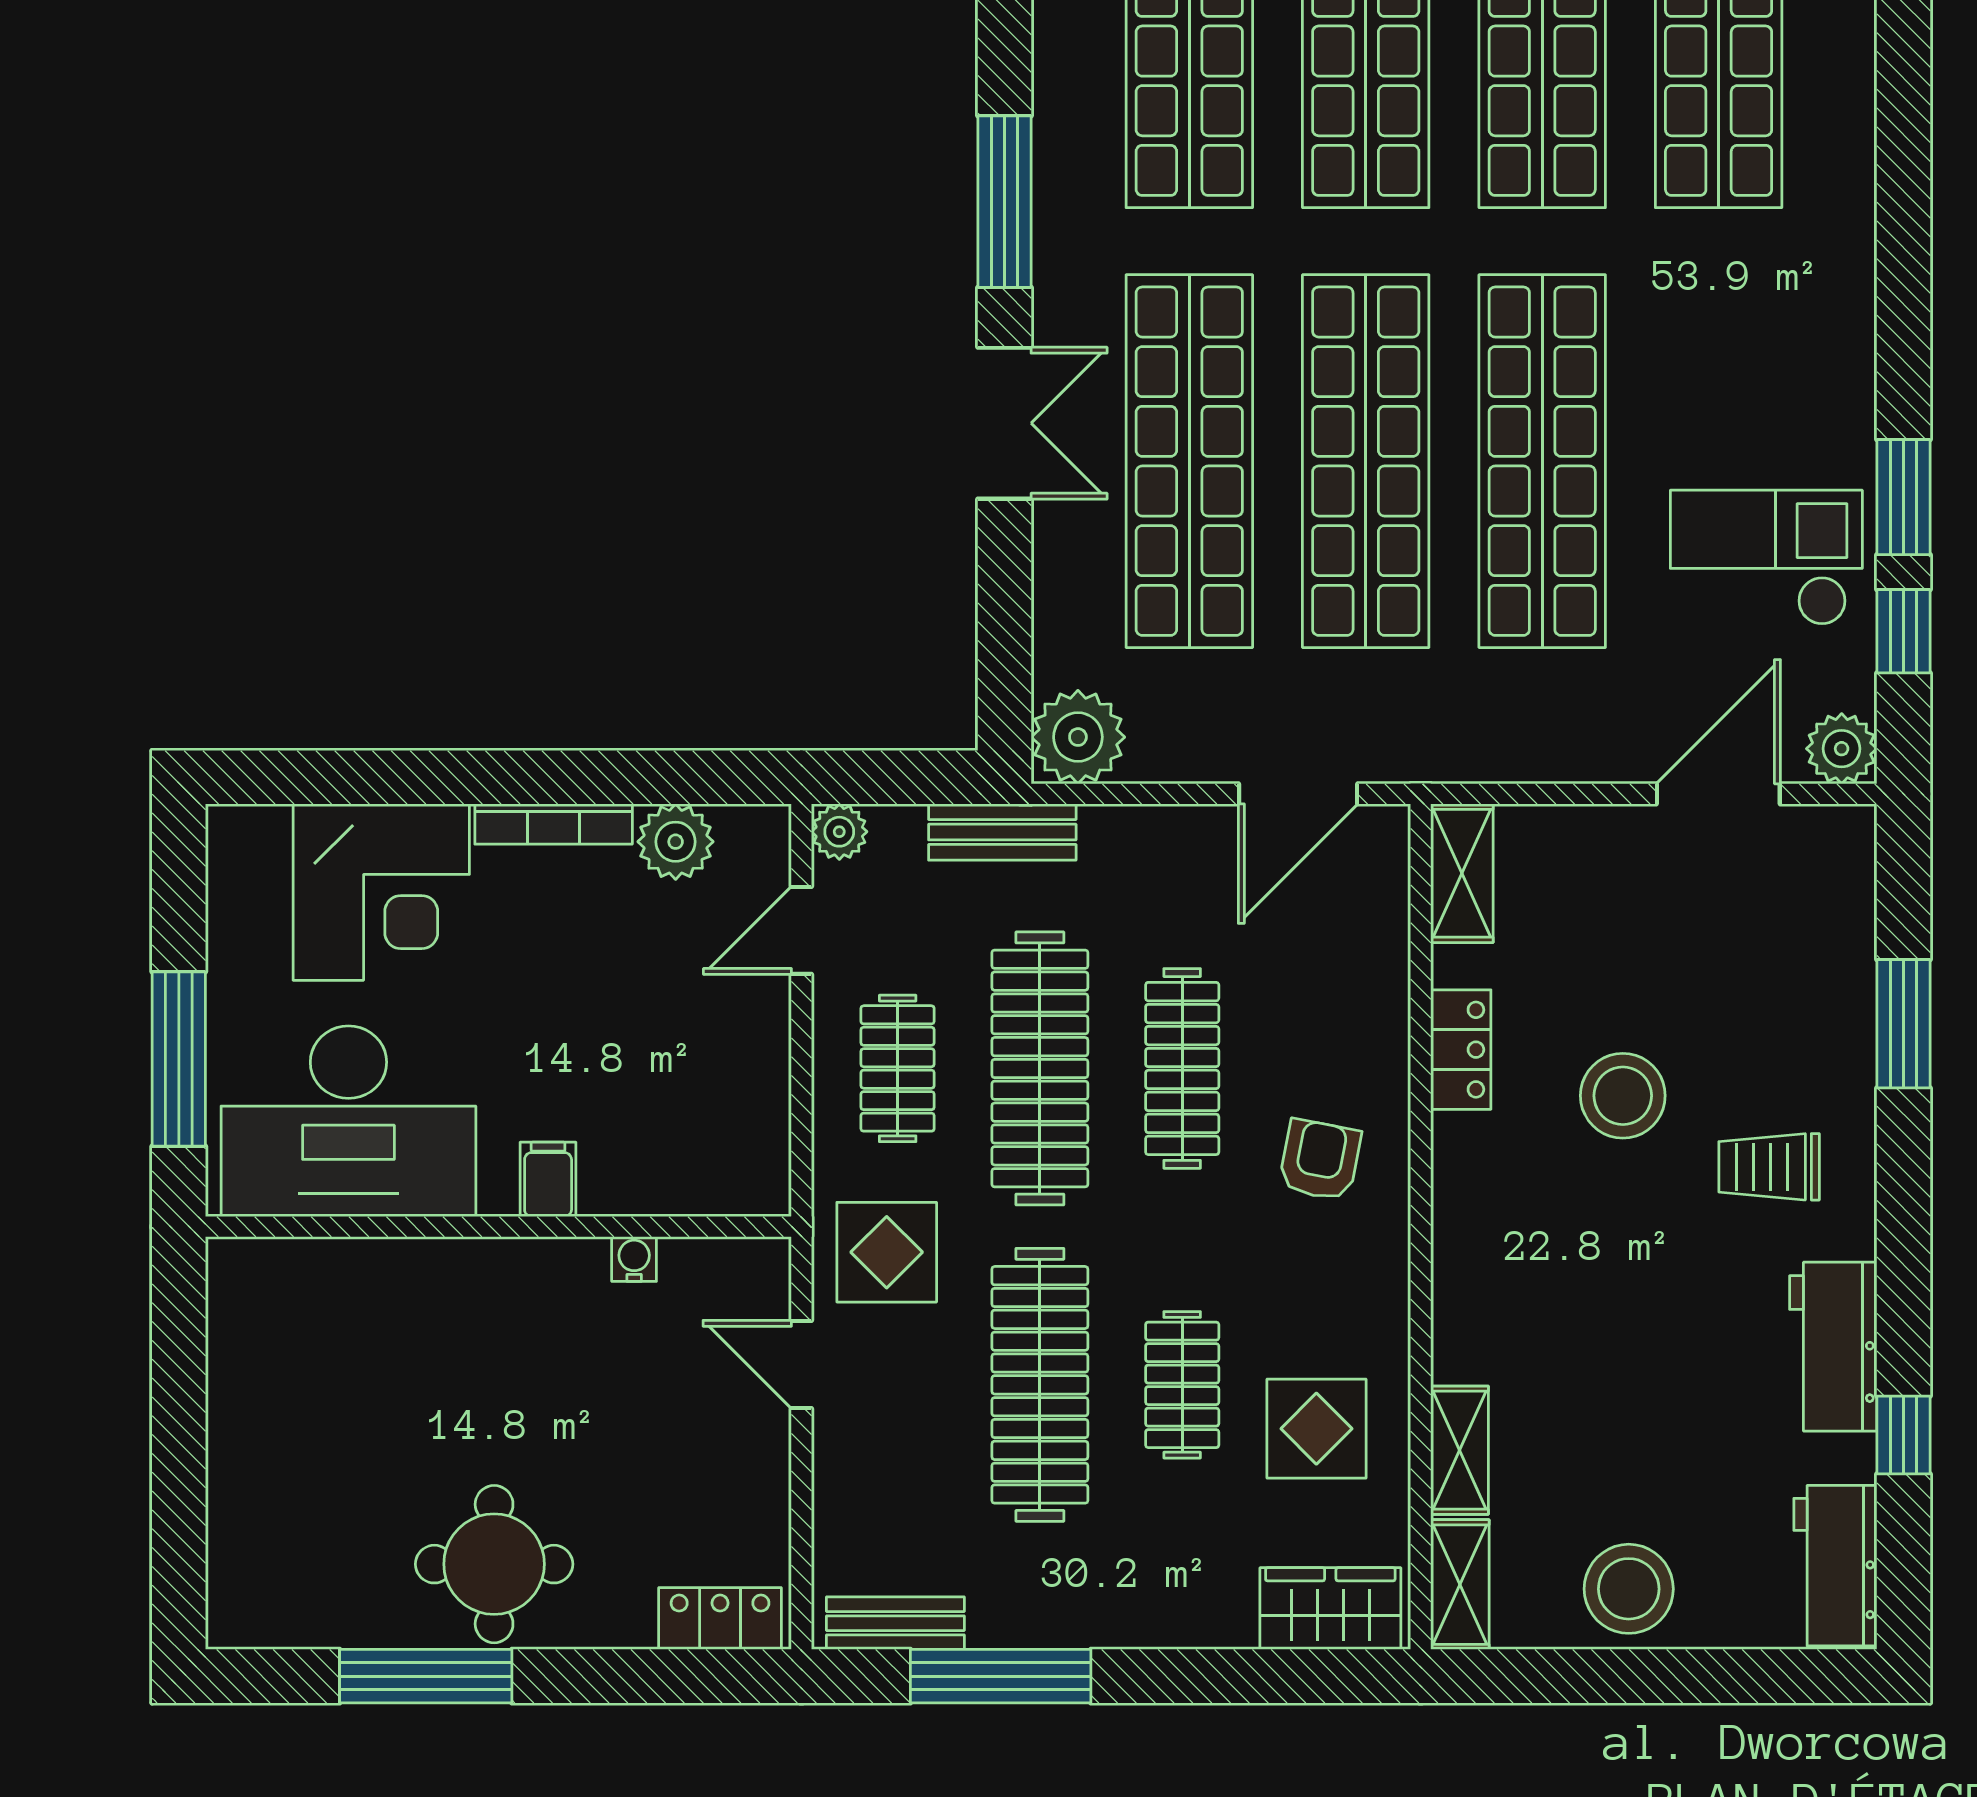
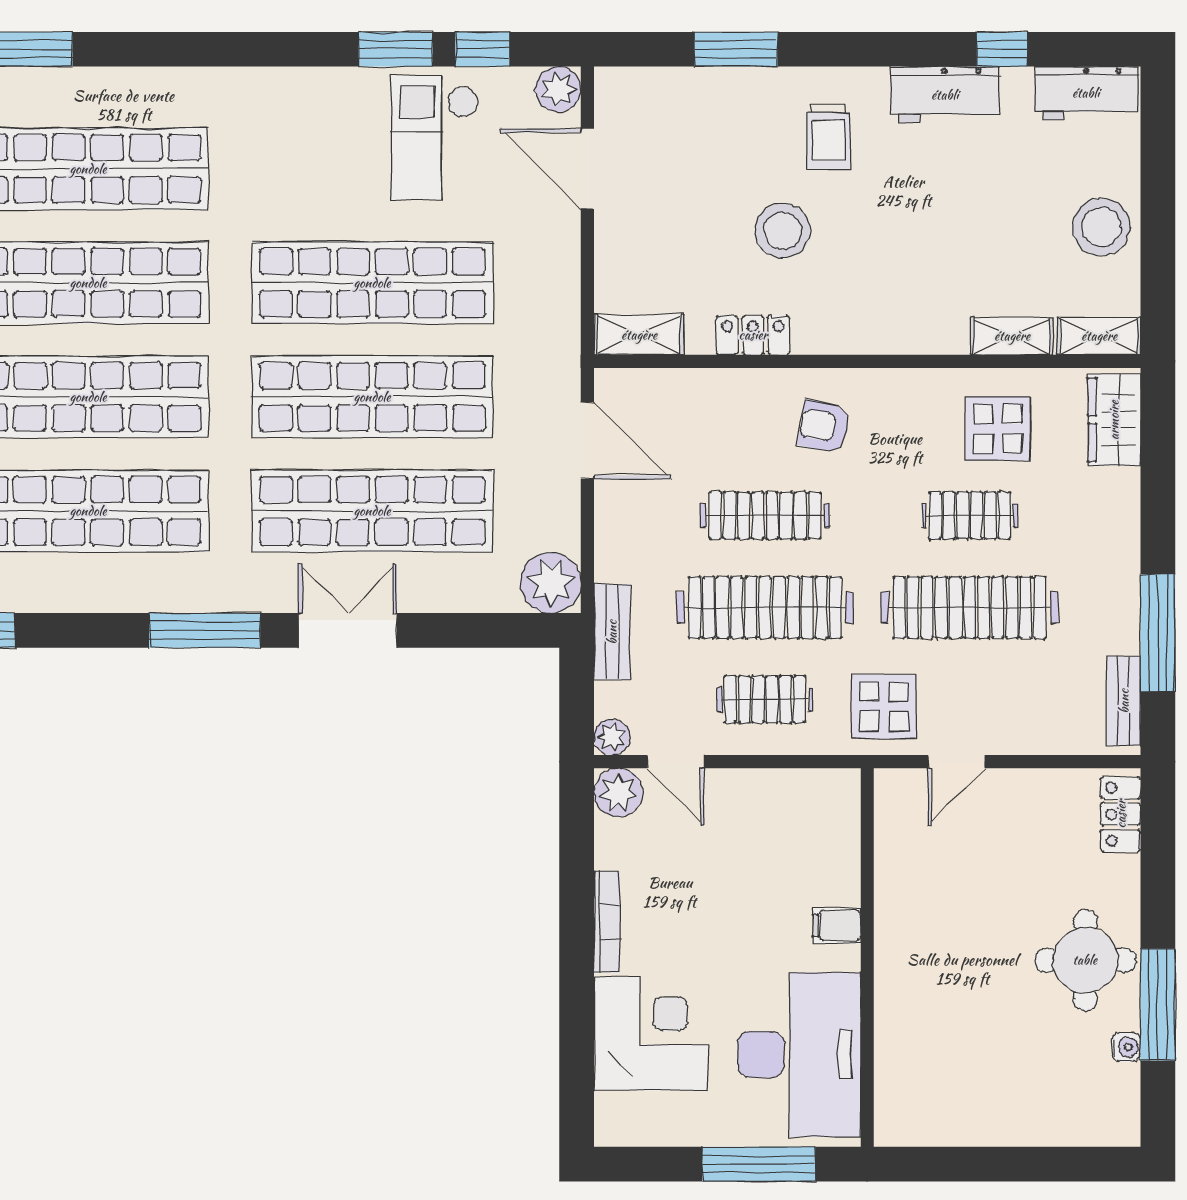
plant: (676, 842) -> (618, 793), moved
water cooler: (634, 1259) -> (1126, 1047), moved, turned 180

